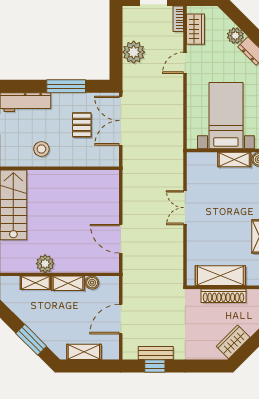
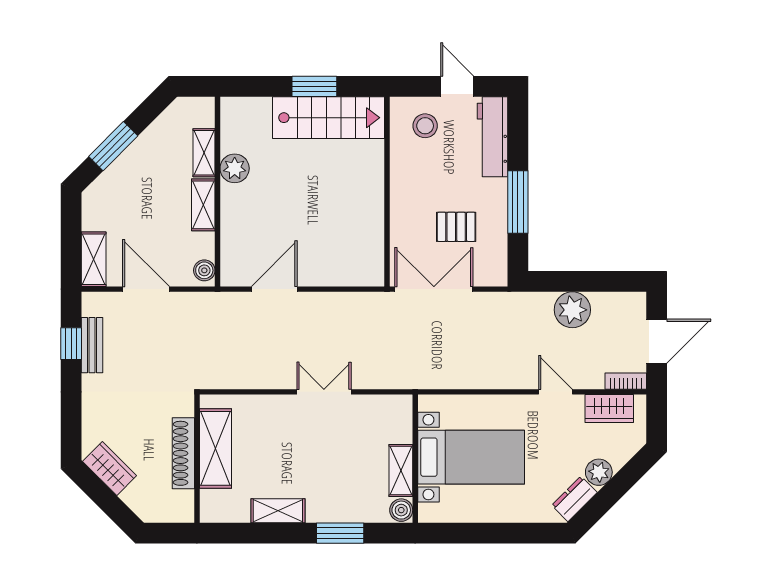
double door: (121, 121) -> (434, 289), moved
stool: (41, 149) -> (425, 126), moved
boiler: (92, 283) -> (204, 270), moved
shelving: (84, 352) -> (94, 259), moved

